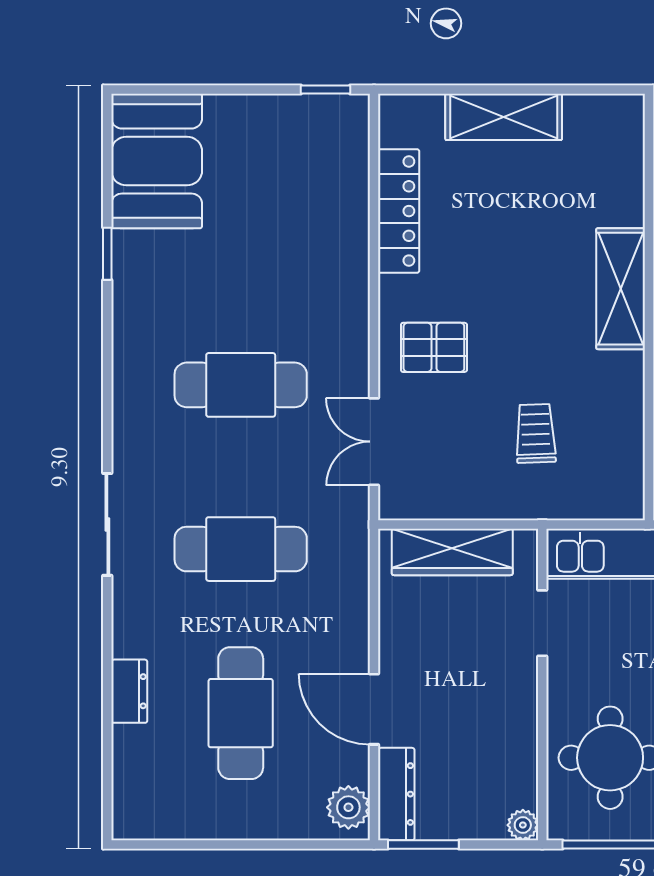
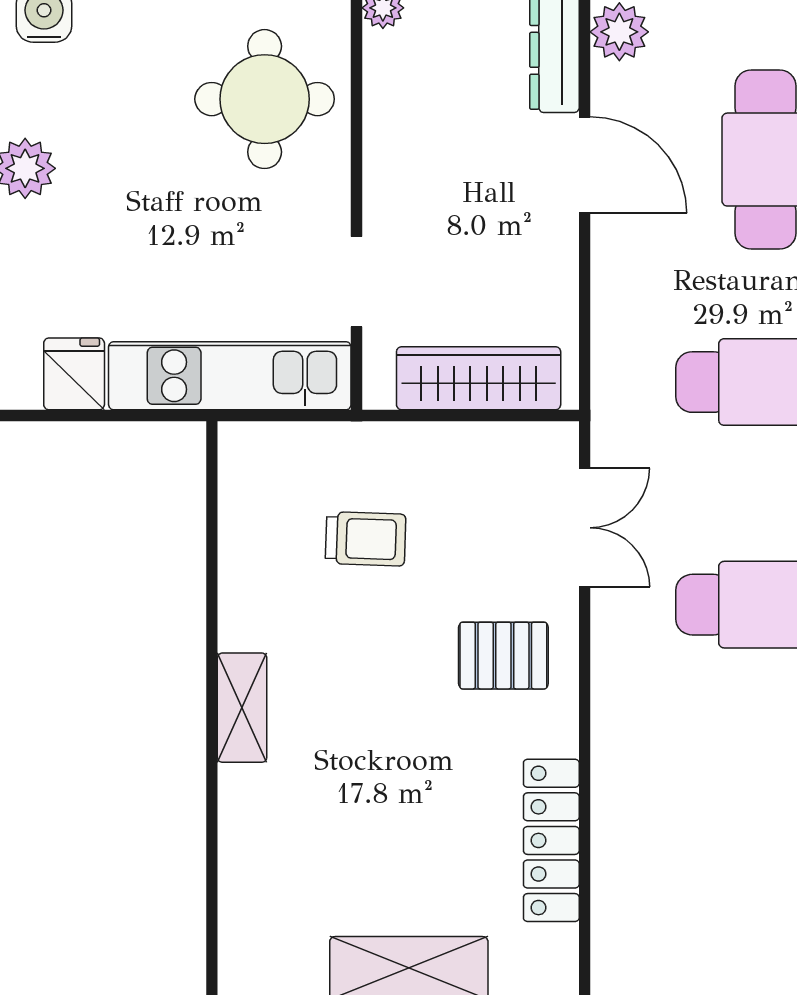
shelving: (621, 289) -> (242, 708), width x0.67, depth x0.75
trolley: (536, 433) -> (366, 539), turned -86

